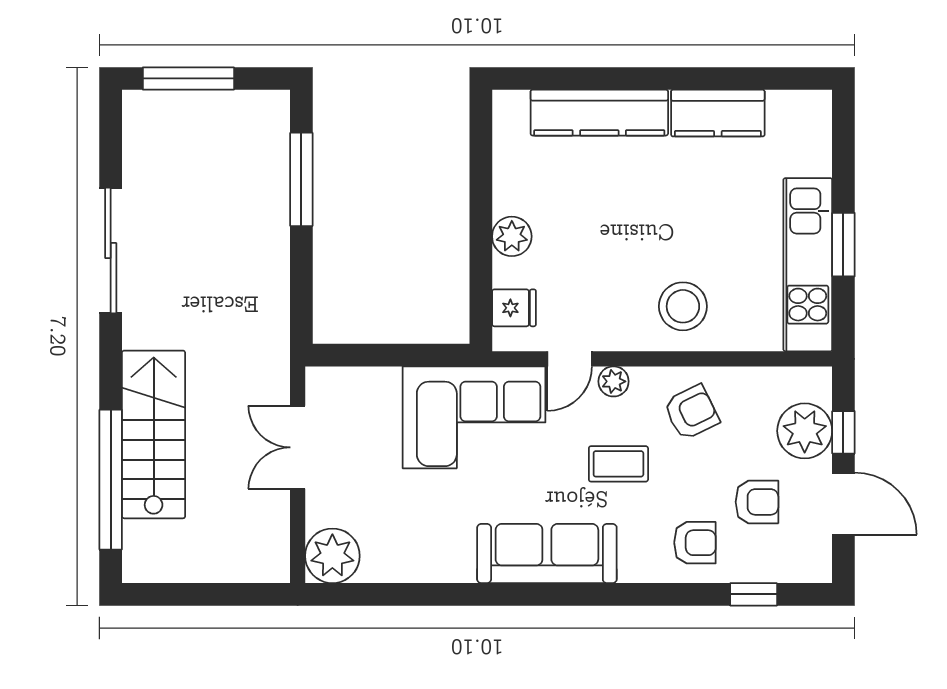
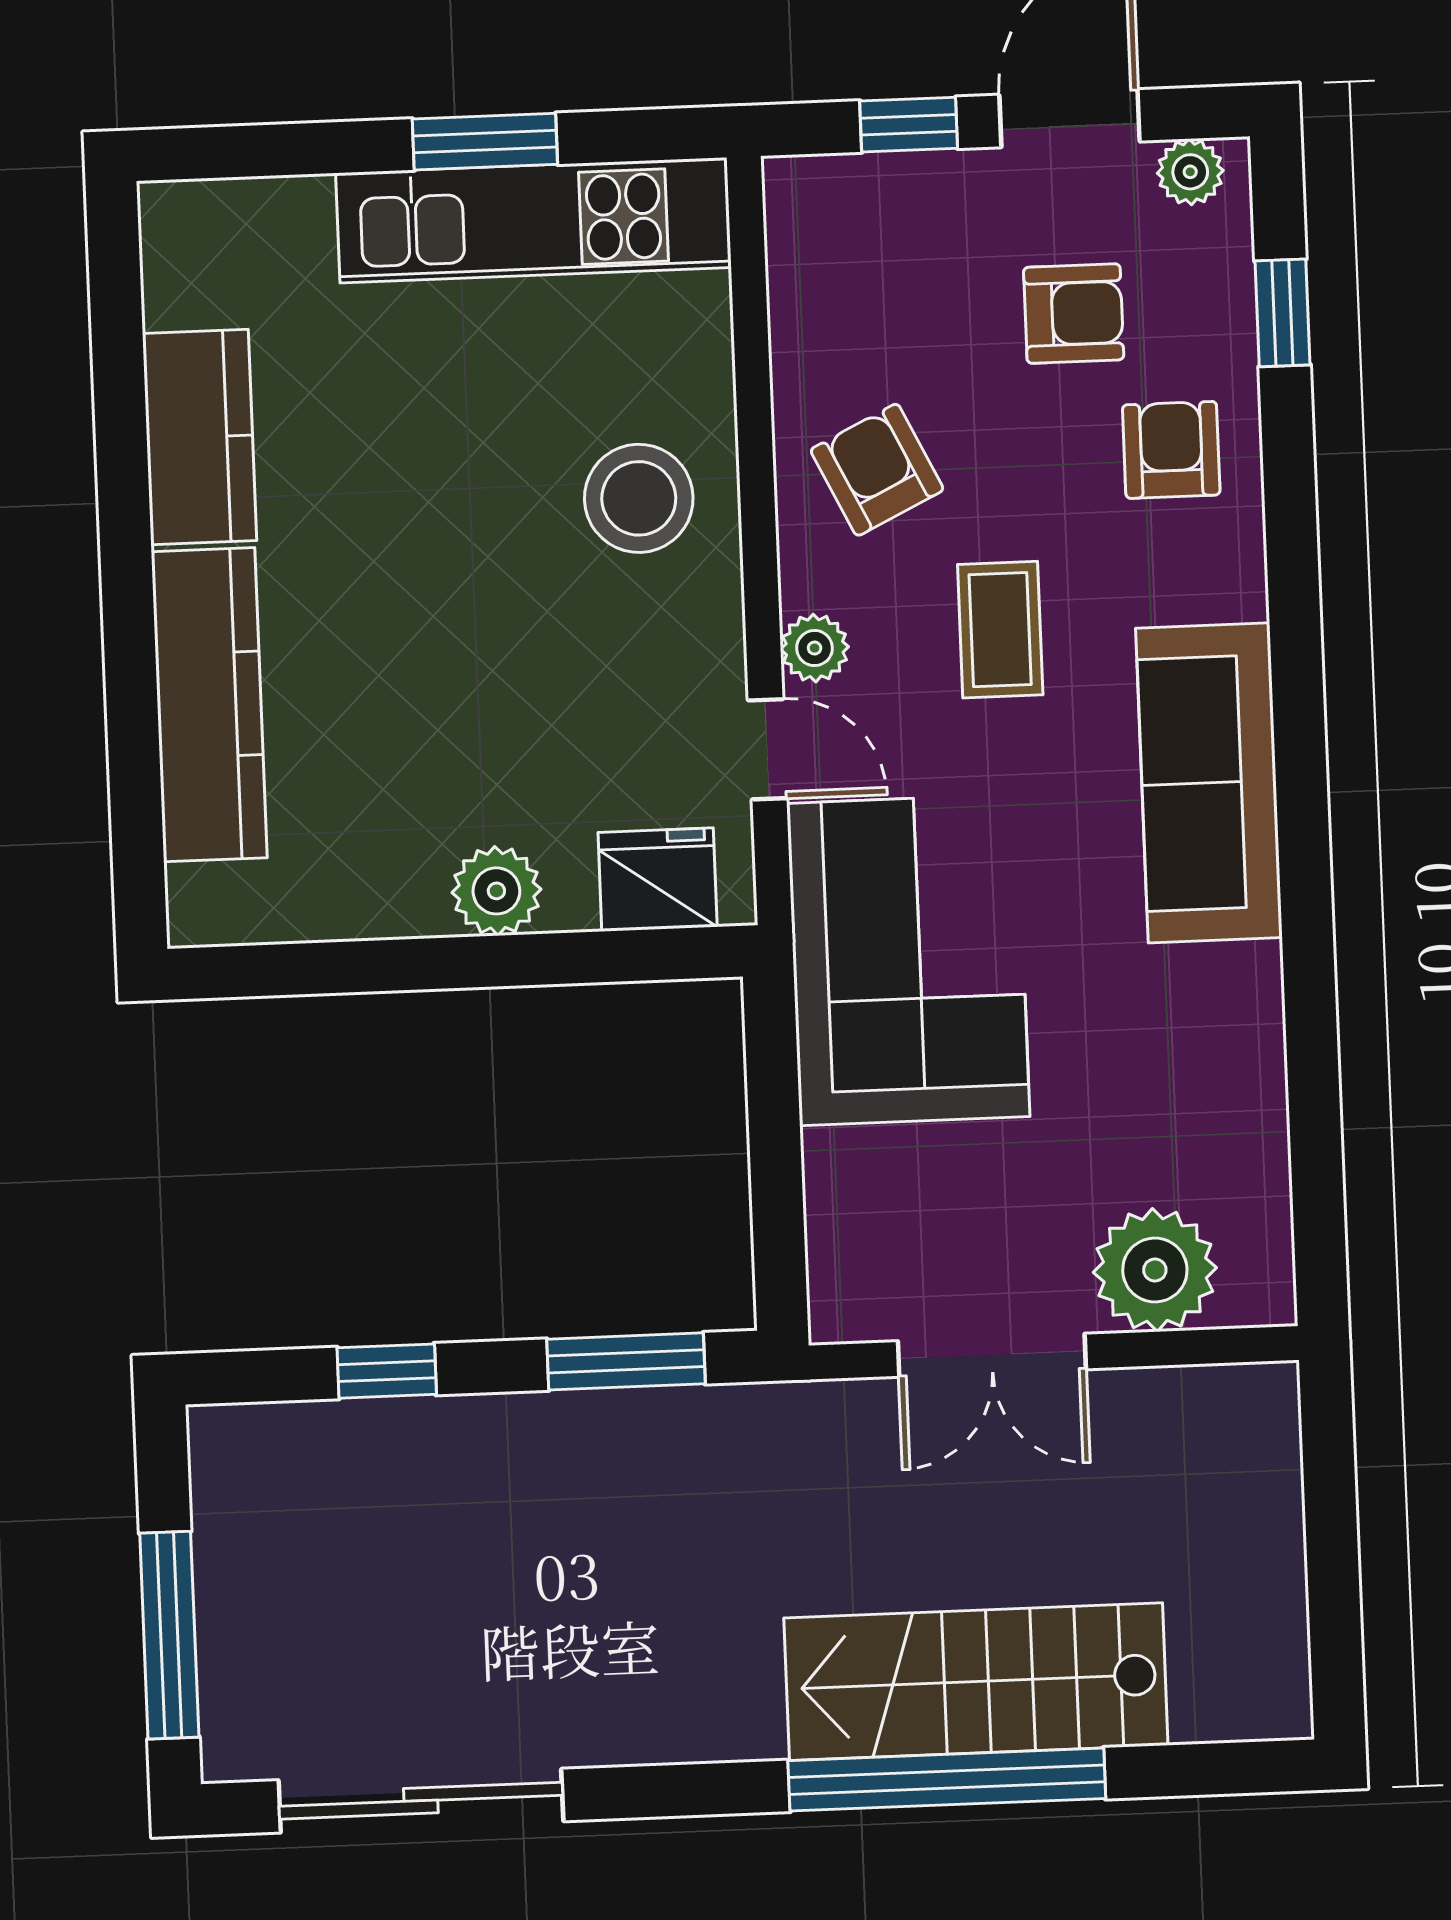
window: (301, 179) -> (387, 1371), width x0.46
sliding door: (111, 250) -> (421, 1801), moved
window: (301, 285) -> (626, 1361), added
fridge: (514, 308) -> (658, 880), width x1.38
plant: (805, 431) -> (1190, 172), moved, width x0.53, depth x0.53
window: (111, 480) -> (947, 1780), moved
armchair: (757, 502) -> (1074, 314), turned 90
plant: (332, 556) -> (1155, 1270), moved

